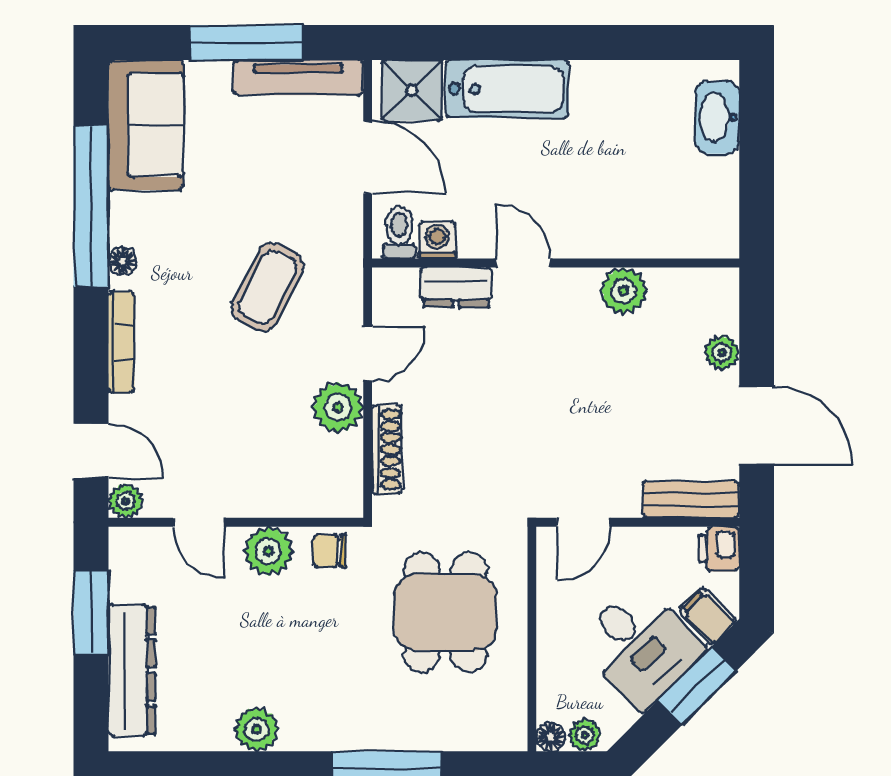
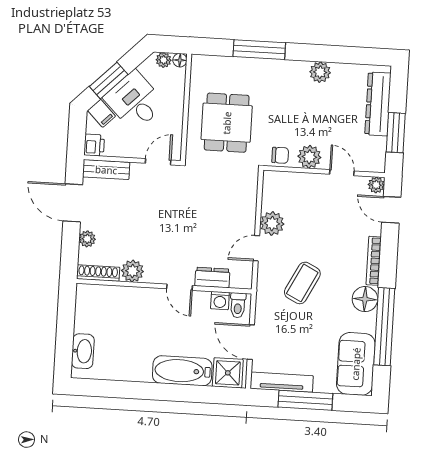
floor lamp: (122, 261) -> (365, 299), width x1.89, depth x1.89
shoe rack: (387, 450) -> (98, 273), moved, turned 90

